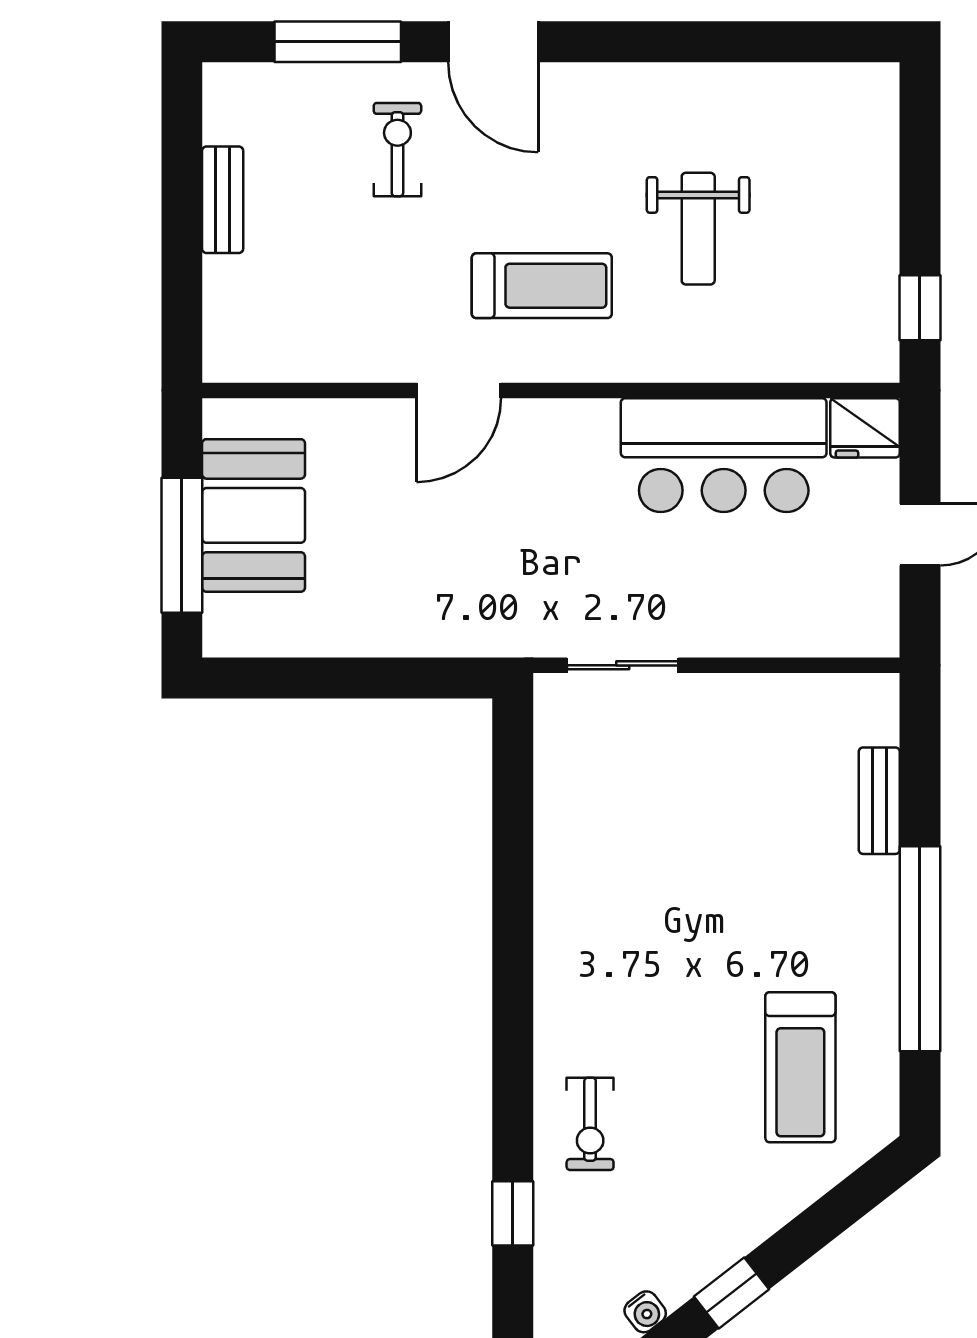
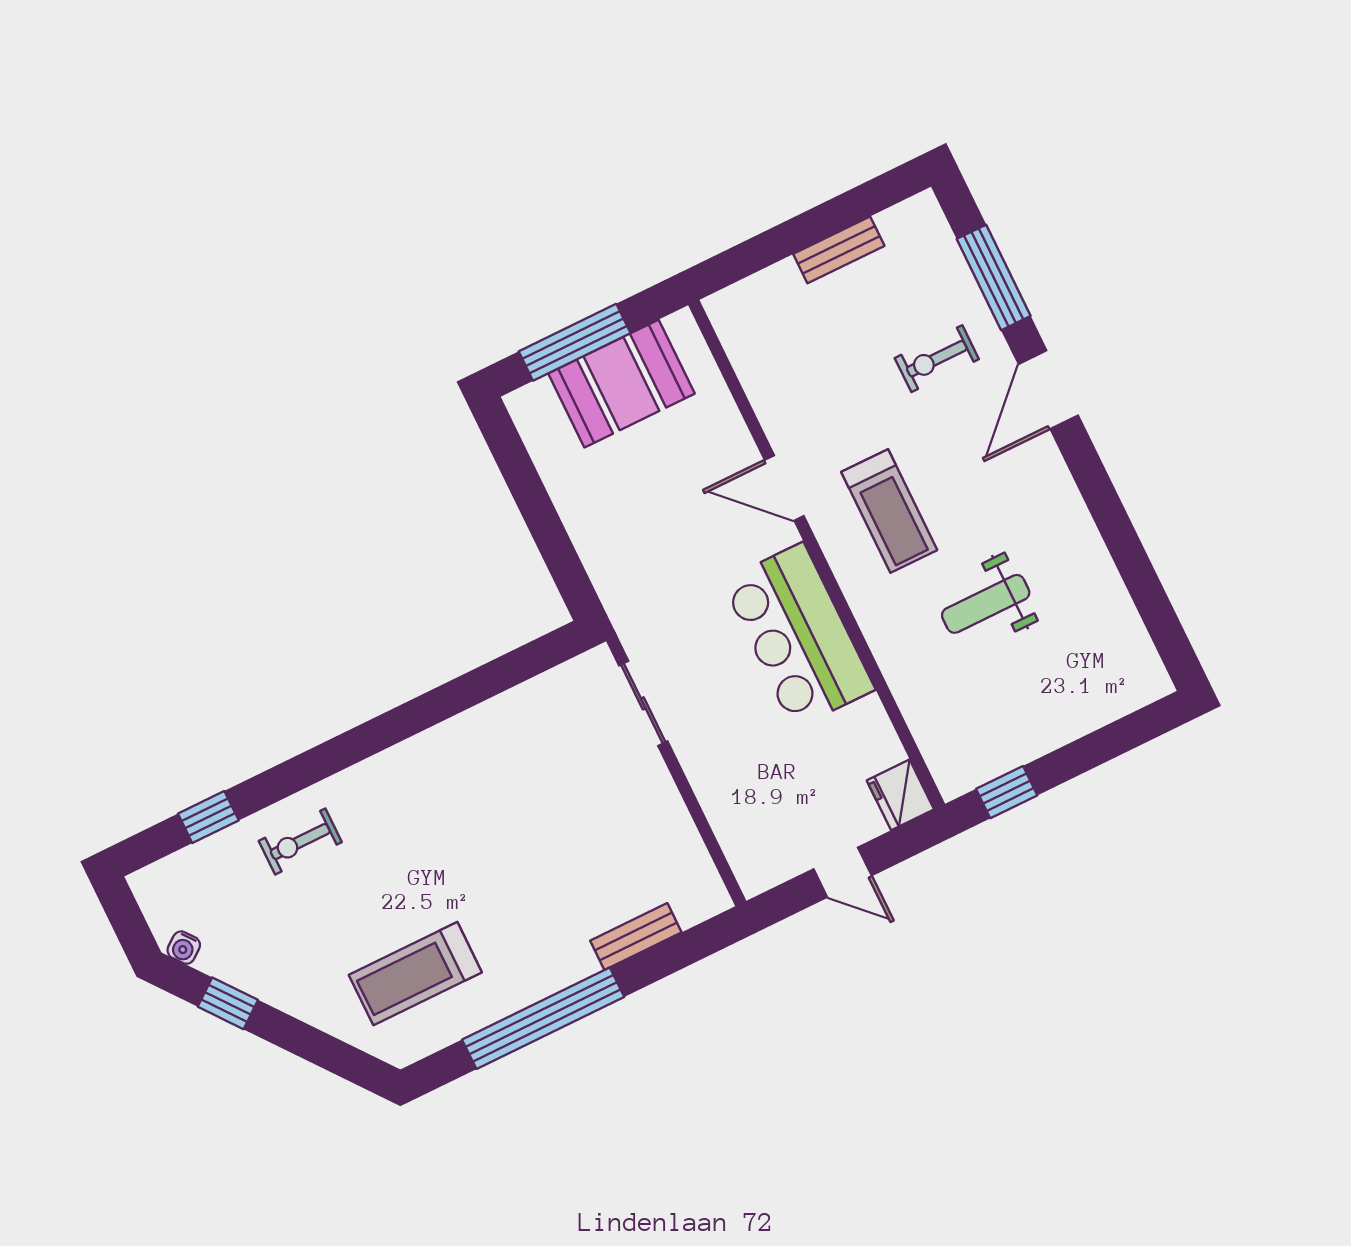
exercise bike: (397, 150) -> (937, 359), turned 180
bar counter: (724, 455) -> (798, 636), moved

